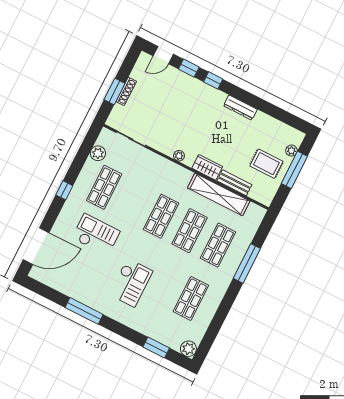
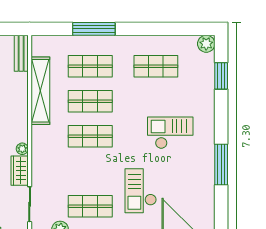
wardrobe: (207, 167) -> (20, 171), moved
bench: (234, 183) -> (21, 53), moved

